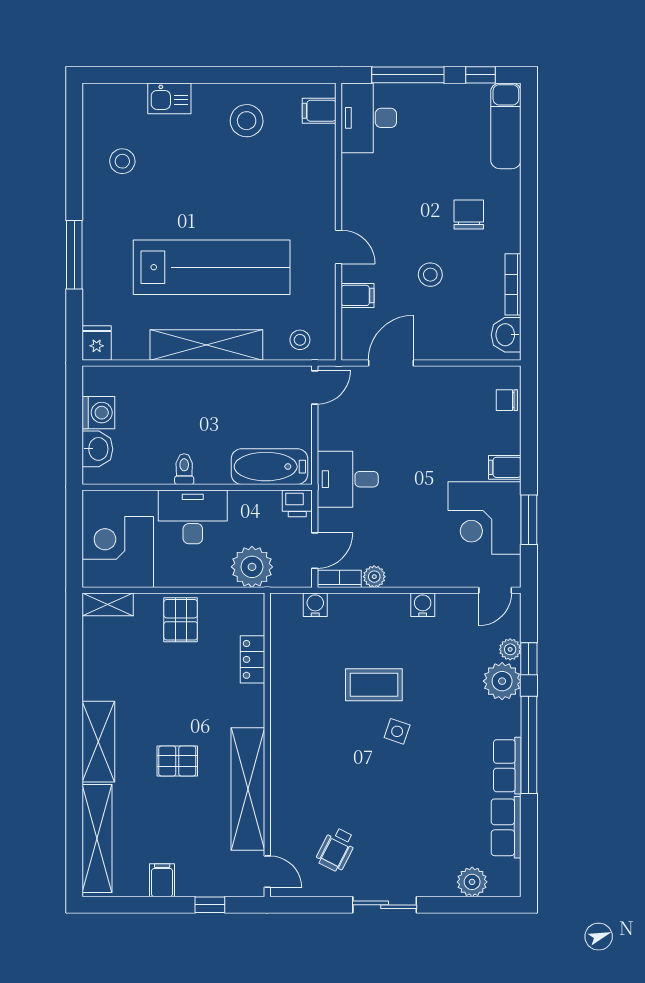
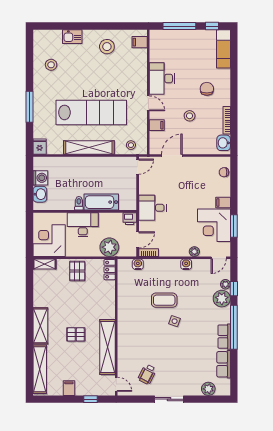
desk: (369, 118) -> (162, 78), moved
bathtub: (269, 467) -> (101, 202), moved
plant: (374, 577) -> (194, 252), moved
locker: (253, 659) -> (110, 270), moved

